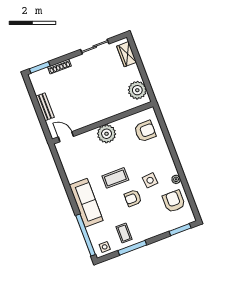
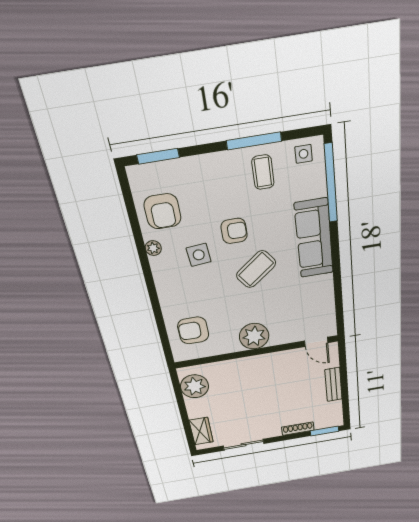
coffee table: (115, 178) -> (256, 269), turned -37

